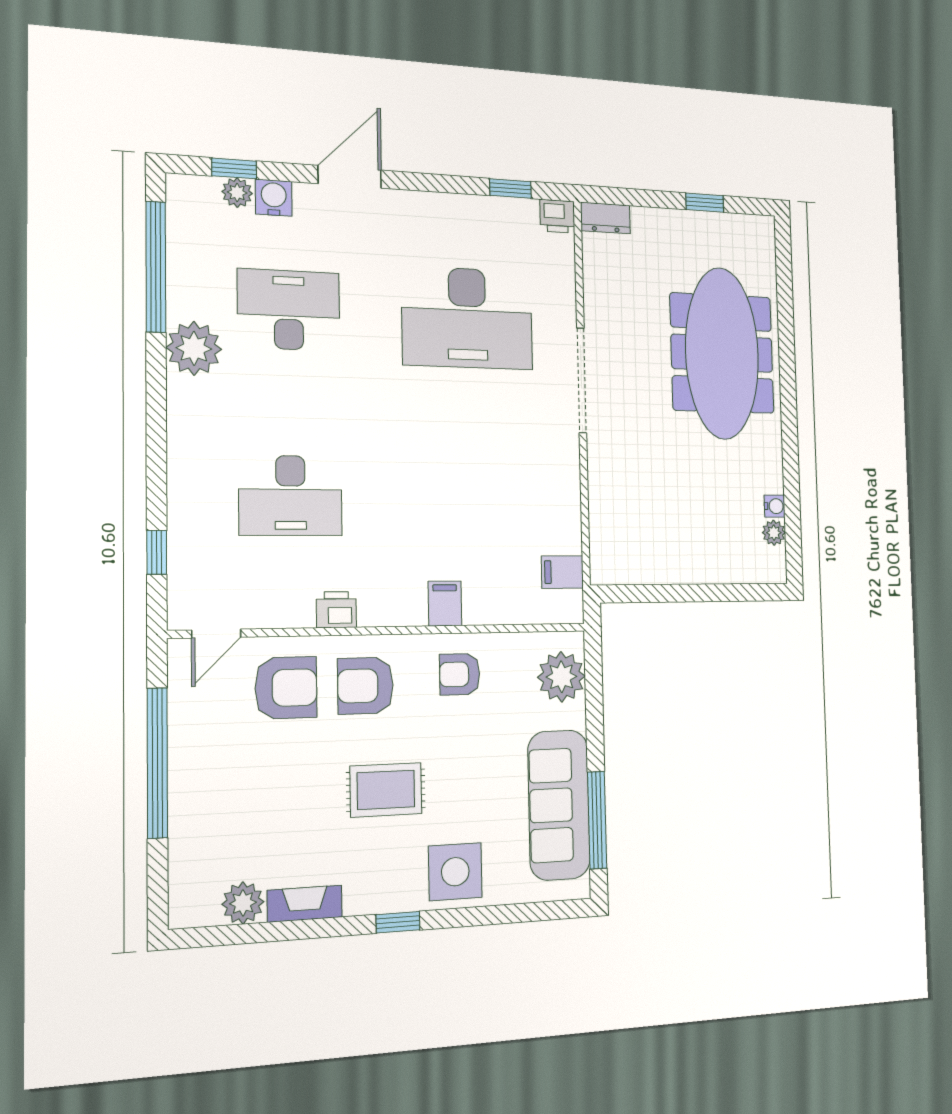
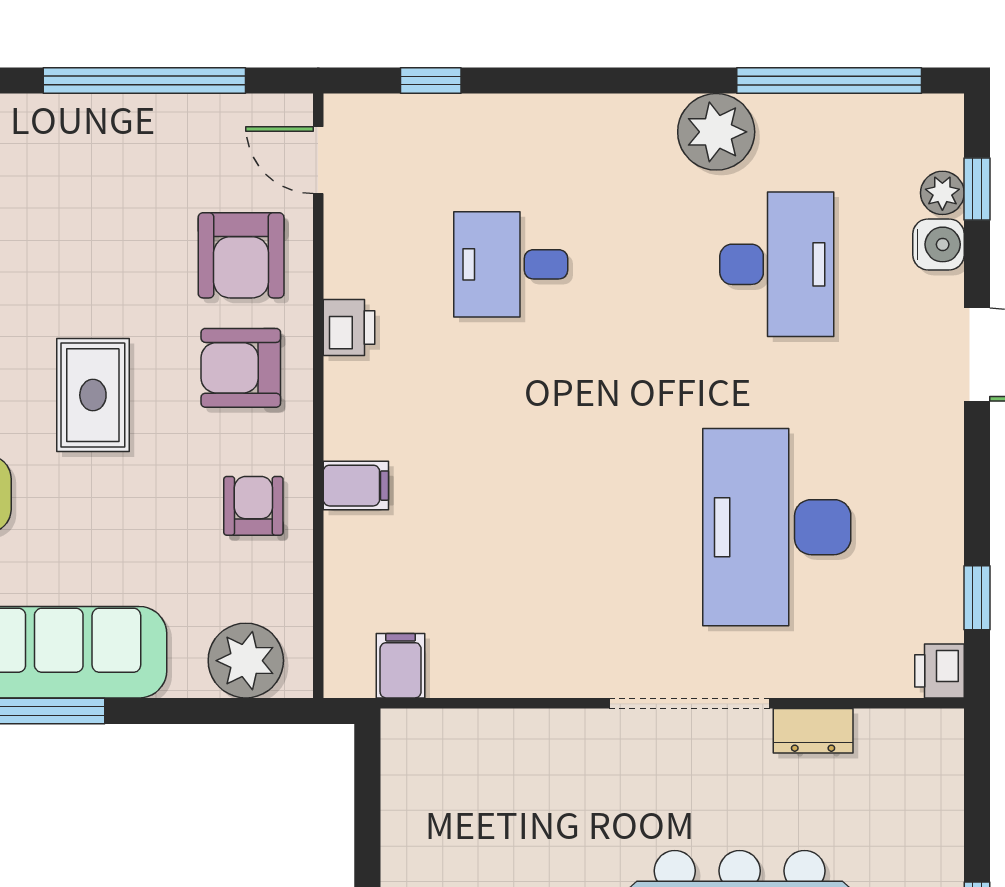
dresser: (605, 218) -> (813, 731), moved, turned -90
desk: (291, 496) -> (511, 264), width x0.73
armchair: (366, 686) -> (241, 368), turned -90

